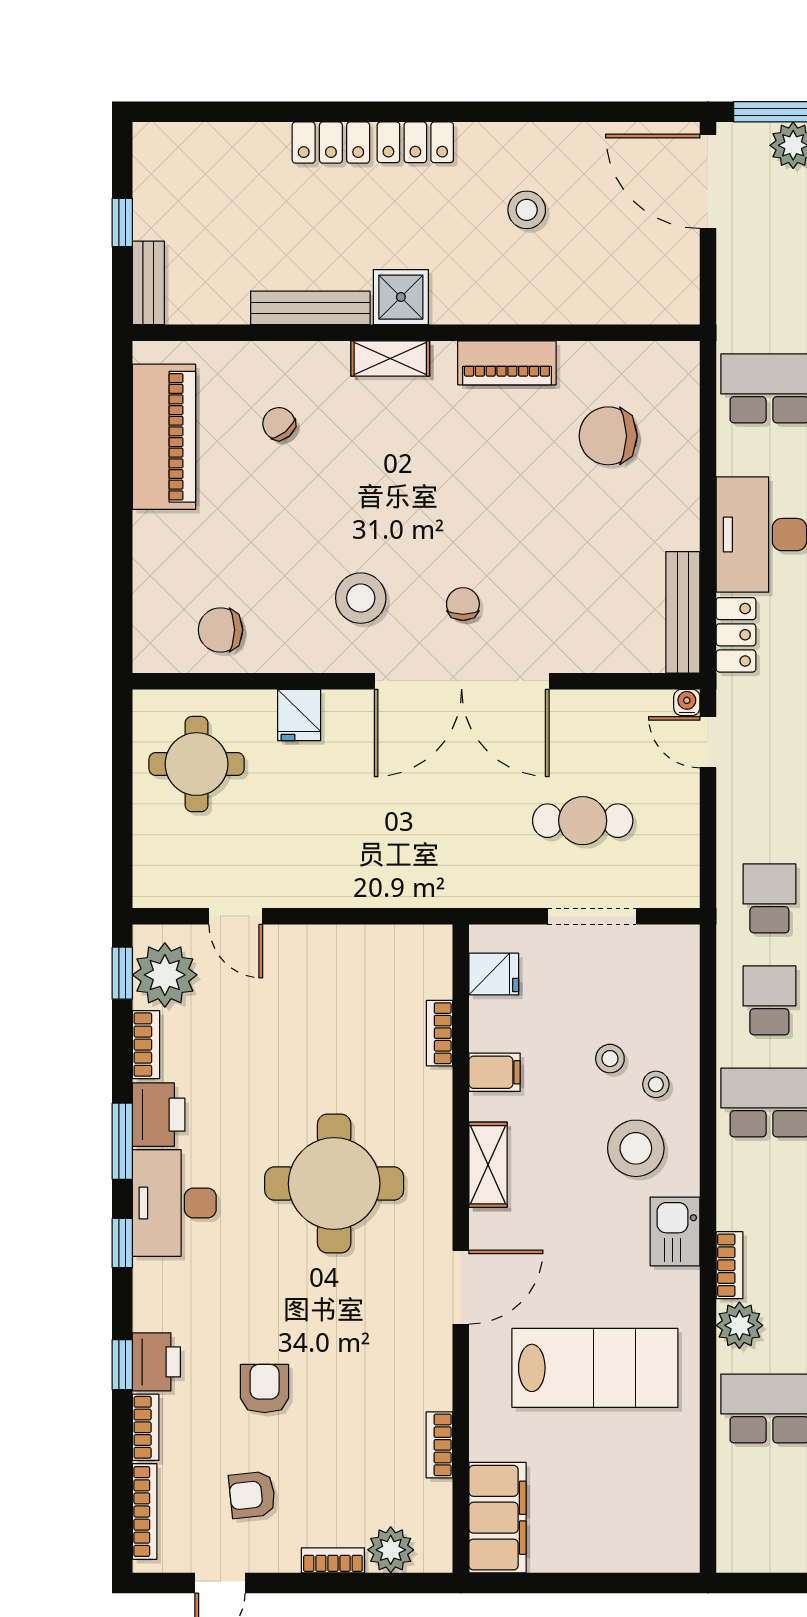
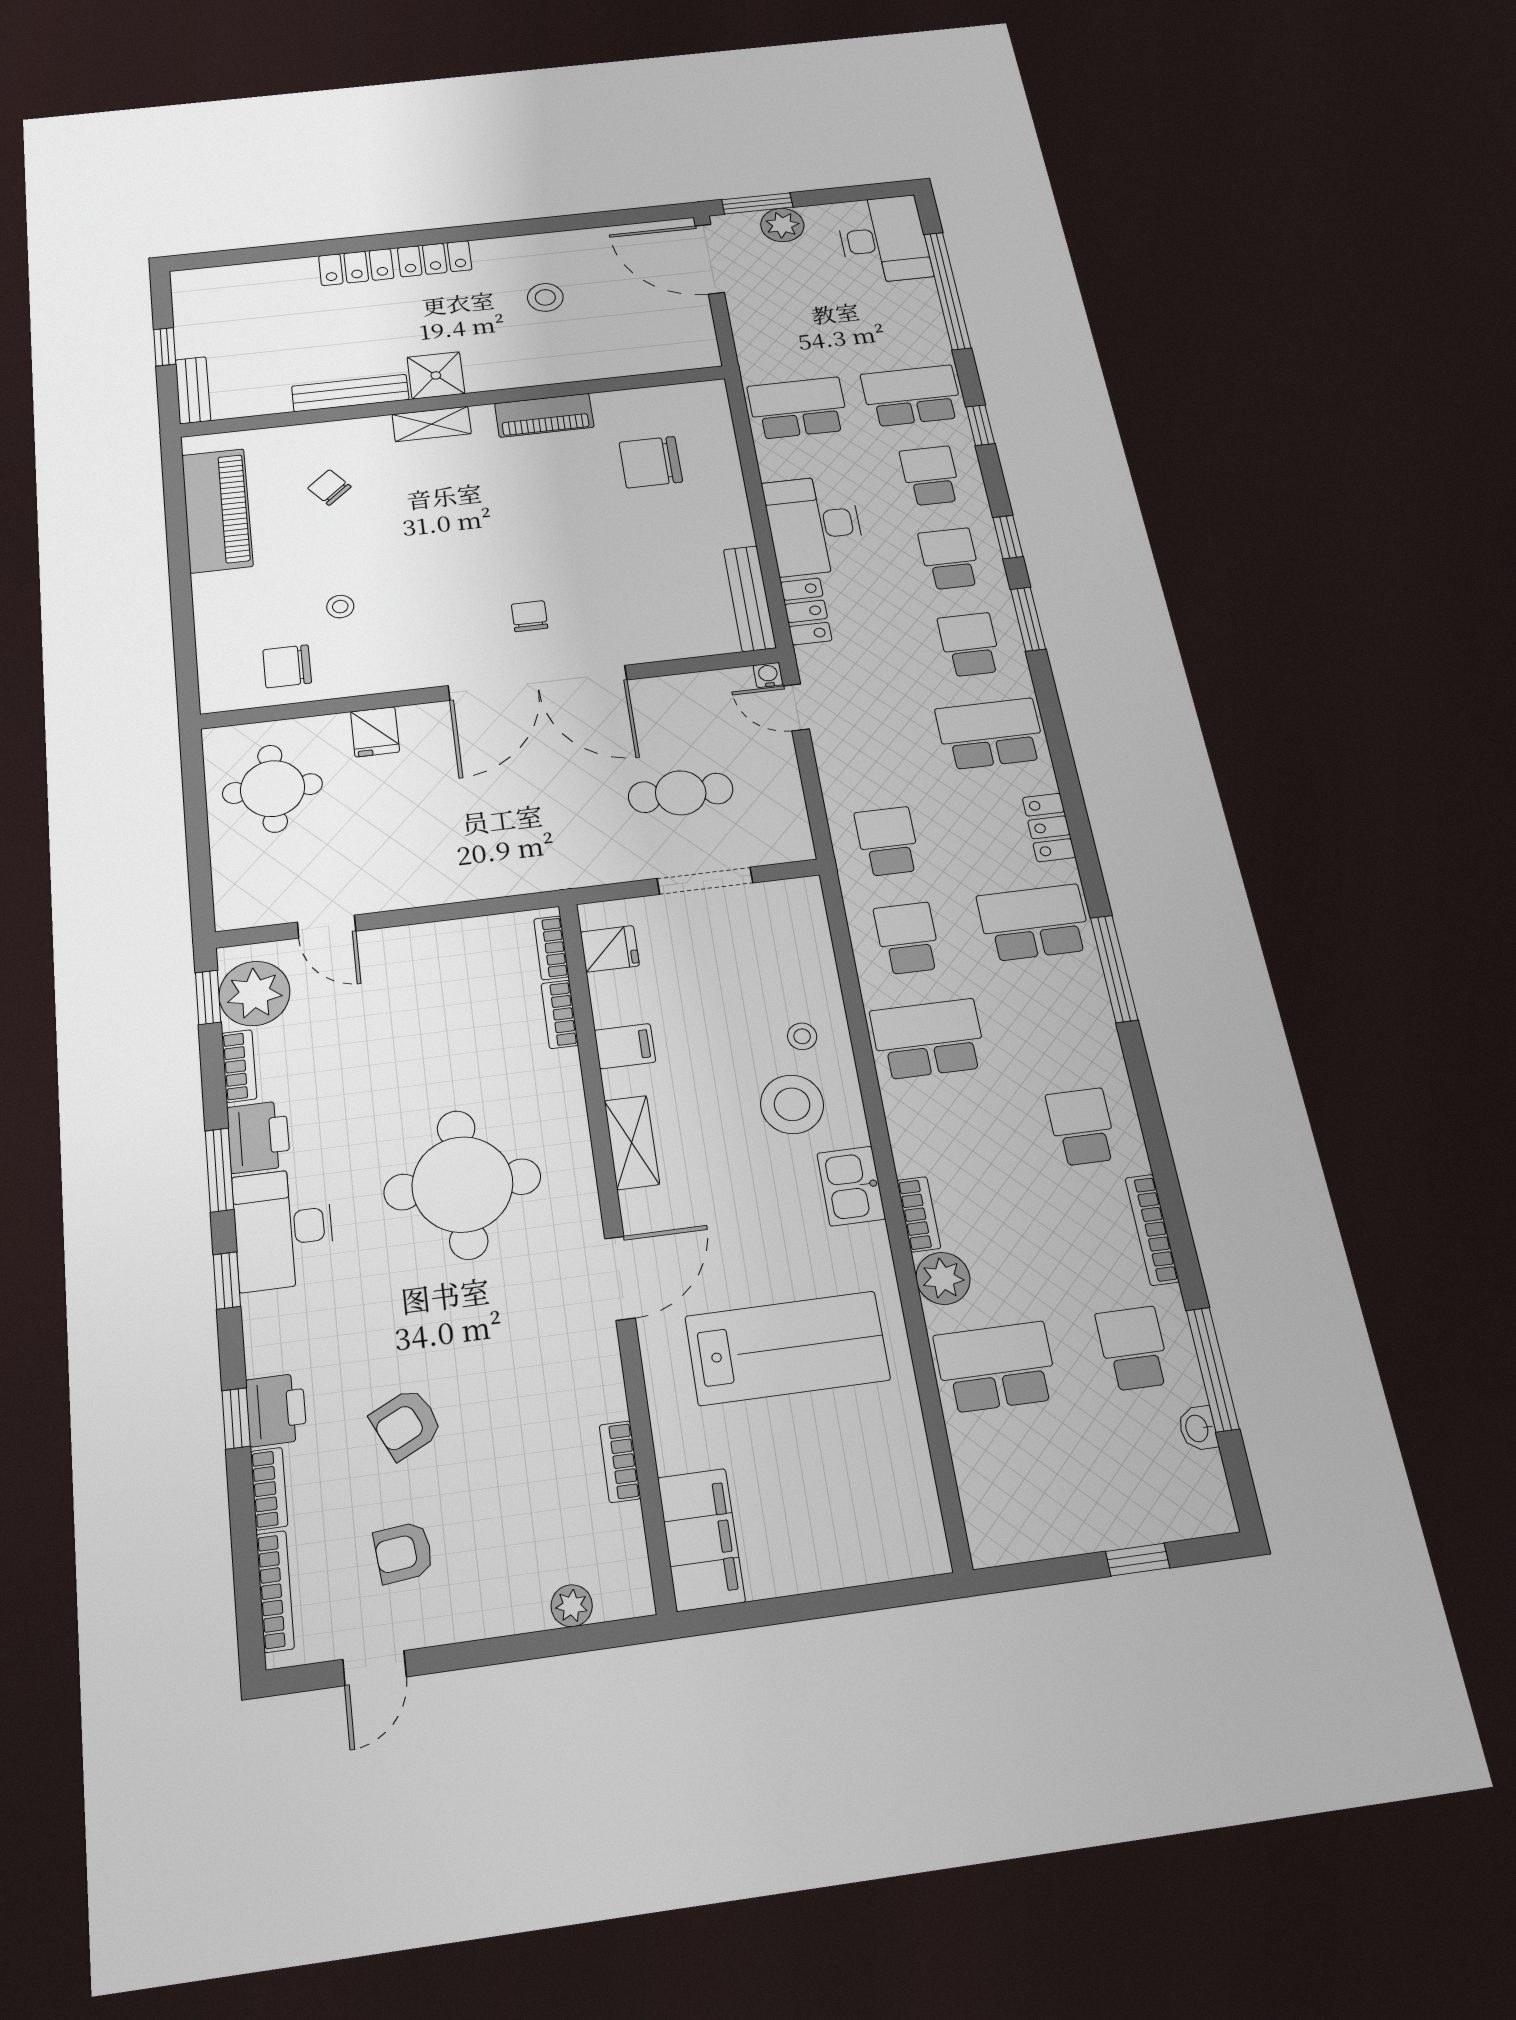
stool: (361, 598) -> (340, 607), moved, width x0.53, depth x0.53
stool: (610, 1059) -> (748, 1017), removed
armchair: (265, 1389) -> (406, 1424), turned -116
plant: (391, 1550) -> (572, 1606), width x0.73, depth x0.73
bookcase: (333, 1560) -> (551, 948), moved, turned -90

